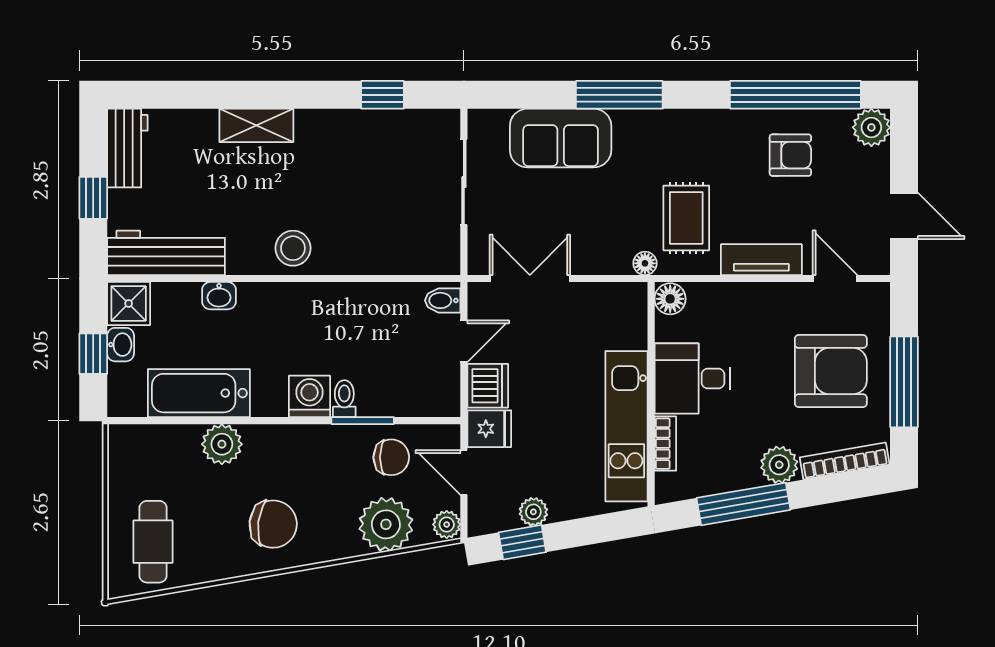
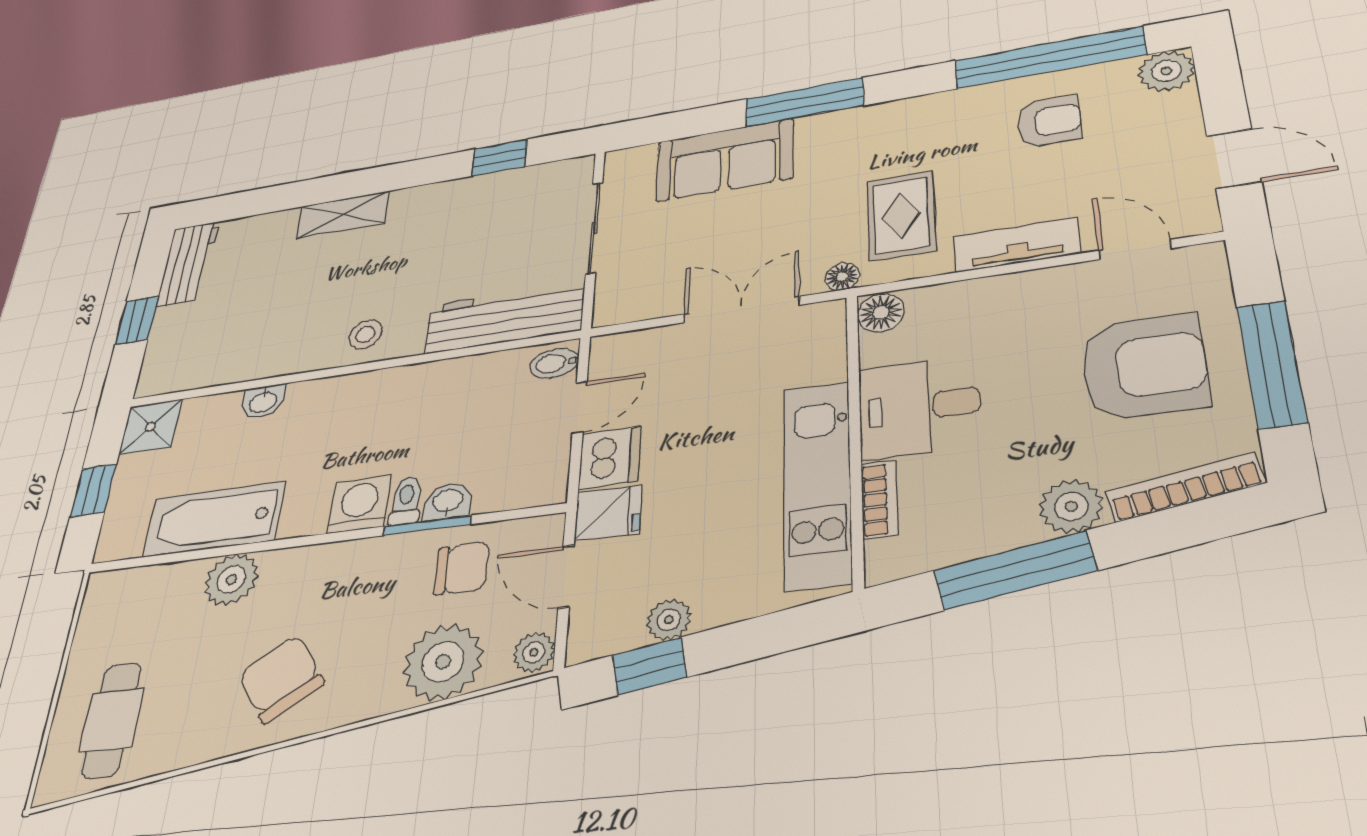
stool: (293, 248) -> (365, 335), width x0.73, depth x0.73
workbench: (166, 253) -> (505, 318), moved
double door: (530, 278) -> (741, 310), moved
washbasin: (121, 345) -> (448, 501), moved, turned -90
chair: (273, 524) -> (281, 678), turned -130

